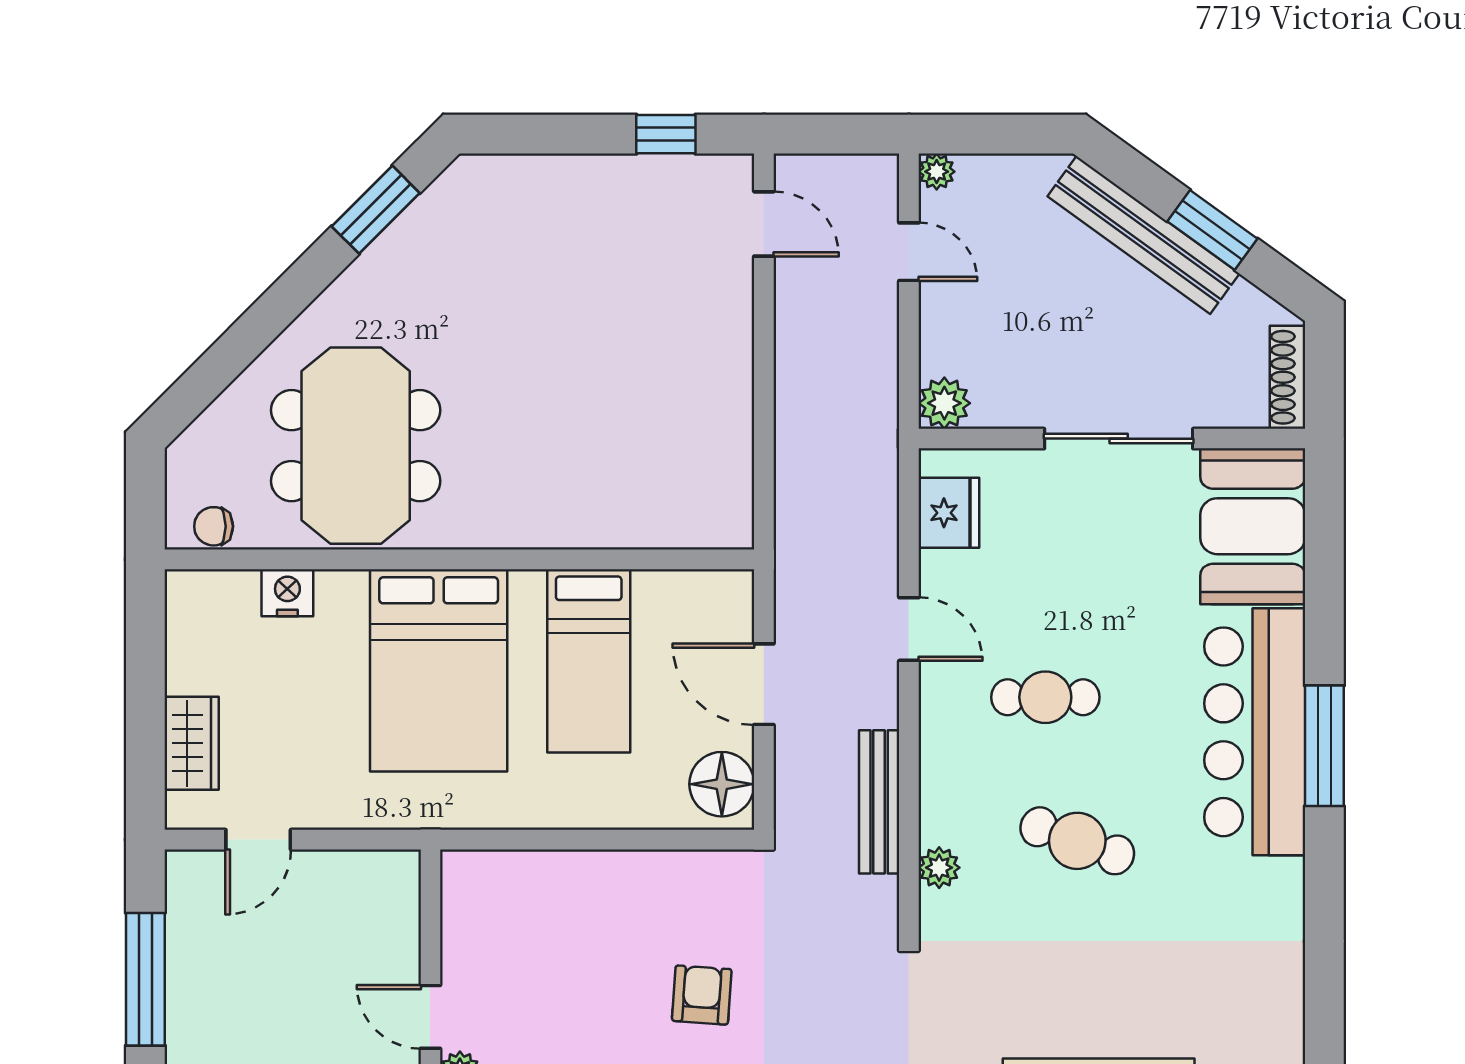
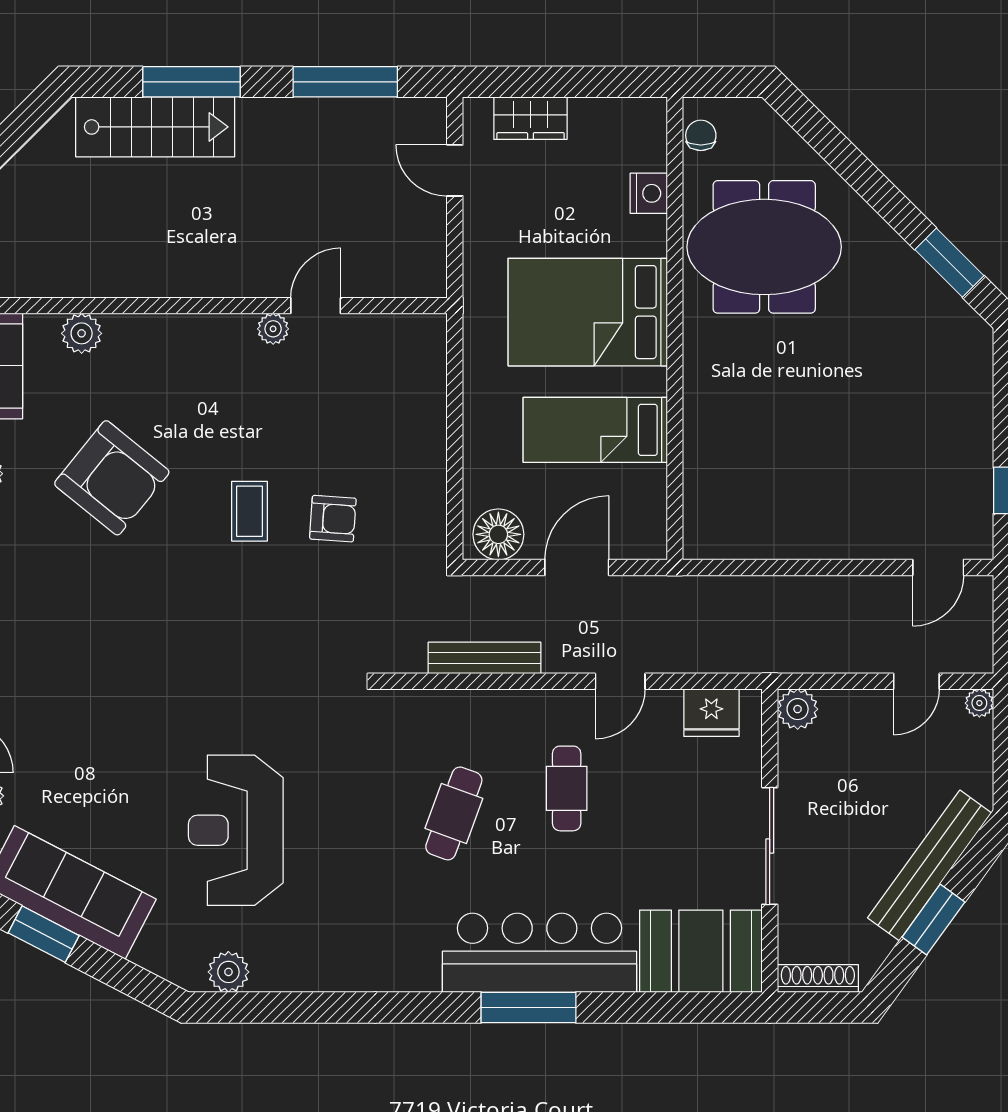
plant: (939, 868) -> (433, 705), removed

